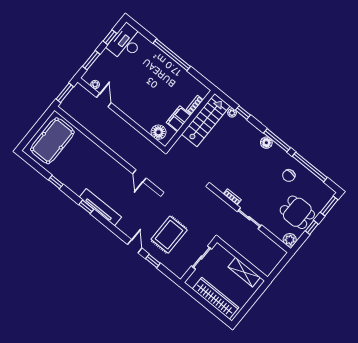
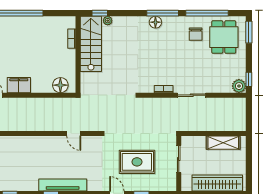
window: (243, 113) -> (100, 13), moved
filing cabinet: (179, 119) -> (19, 85), moved, turned 90
dining table: (297, 212) -> (224, 37), moved, turned 90
window: (312, 227) -> (249, 79), moved
rug: (169, 235) -> (137, 162), turned 90

